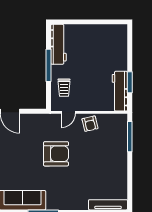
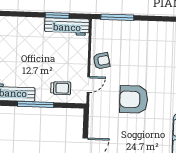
door: (68, 112) -> (88, 85), hinge flipped
armchair: (56, 154) -> (134, 99), turned -90

